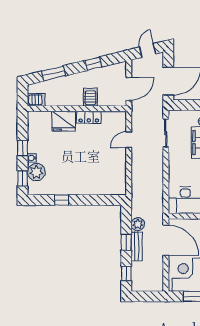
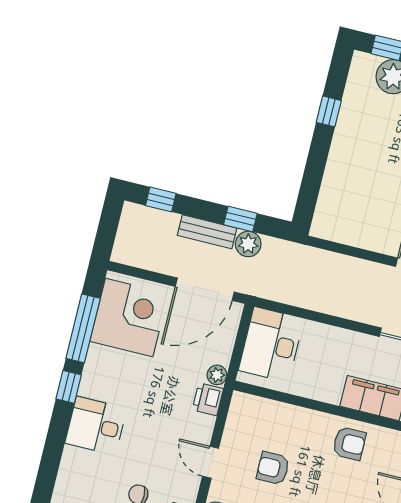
window: (126, 242) -> (240, 219), moved

